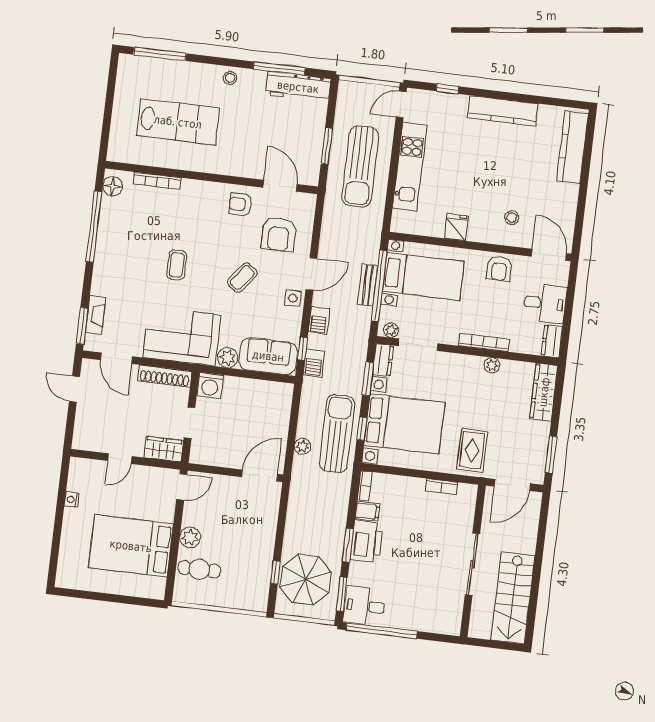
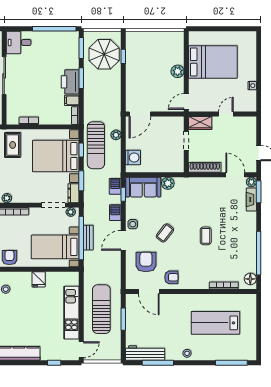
corner sofa: (182, 336) -> (197, 193), removed
plant: (92, 343) -> (251, 182), added
washing machine: (210, 386) -> (133, 157), moved, turned 90
cafe table: (199, 569) -> (170, 53), removed
desk: (364, 606) -> (19, 42), moved, turned 180

